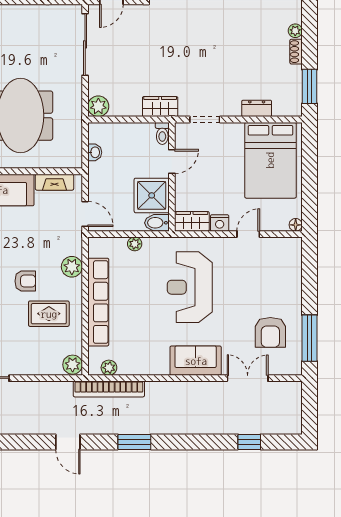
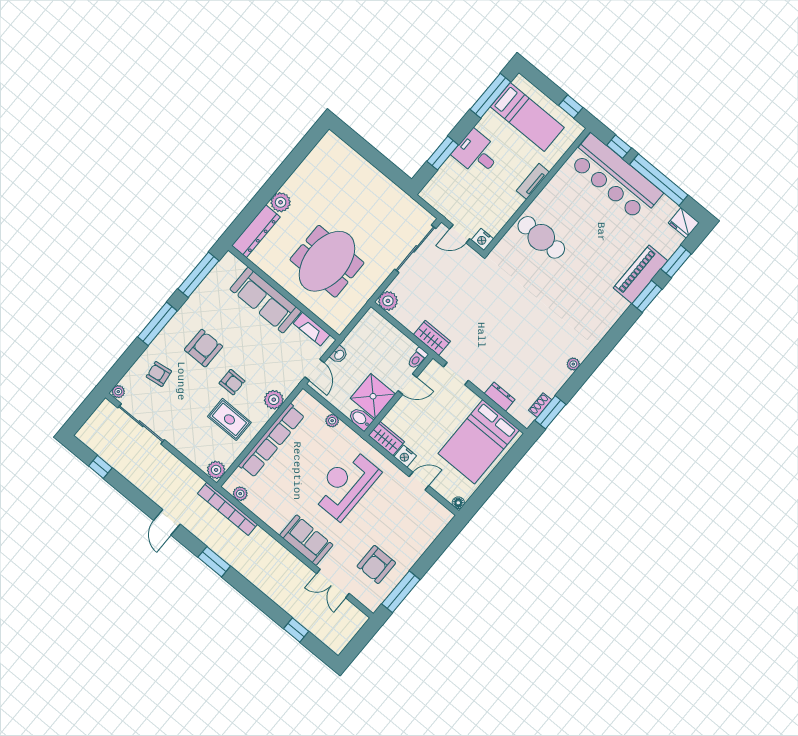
shoe rack: (296, 52) -> (540, 405), moved
washbasin: (95, 152) -> (339, 355), moved
double door: (248, 378) -> (333, 584), swing flipped

